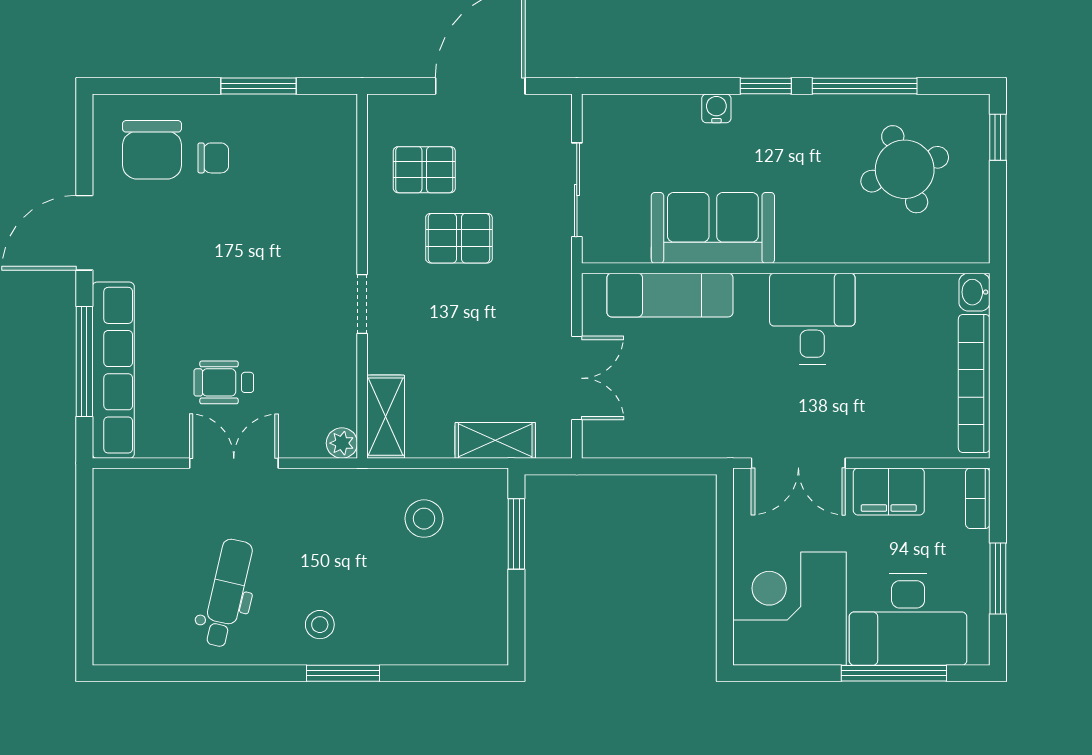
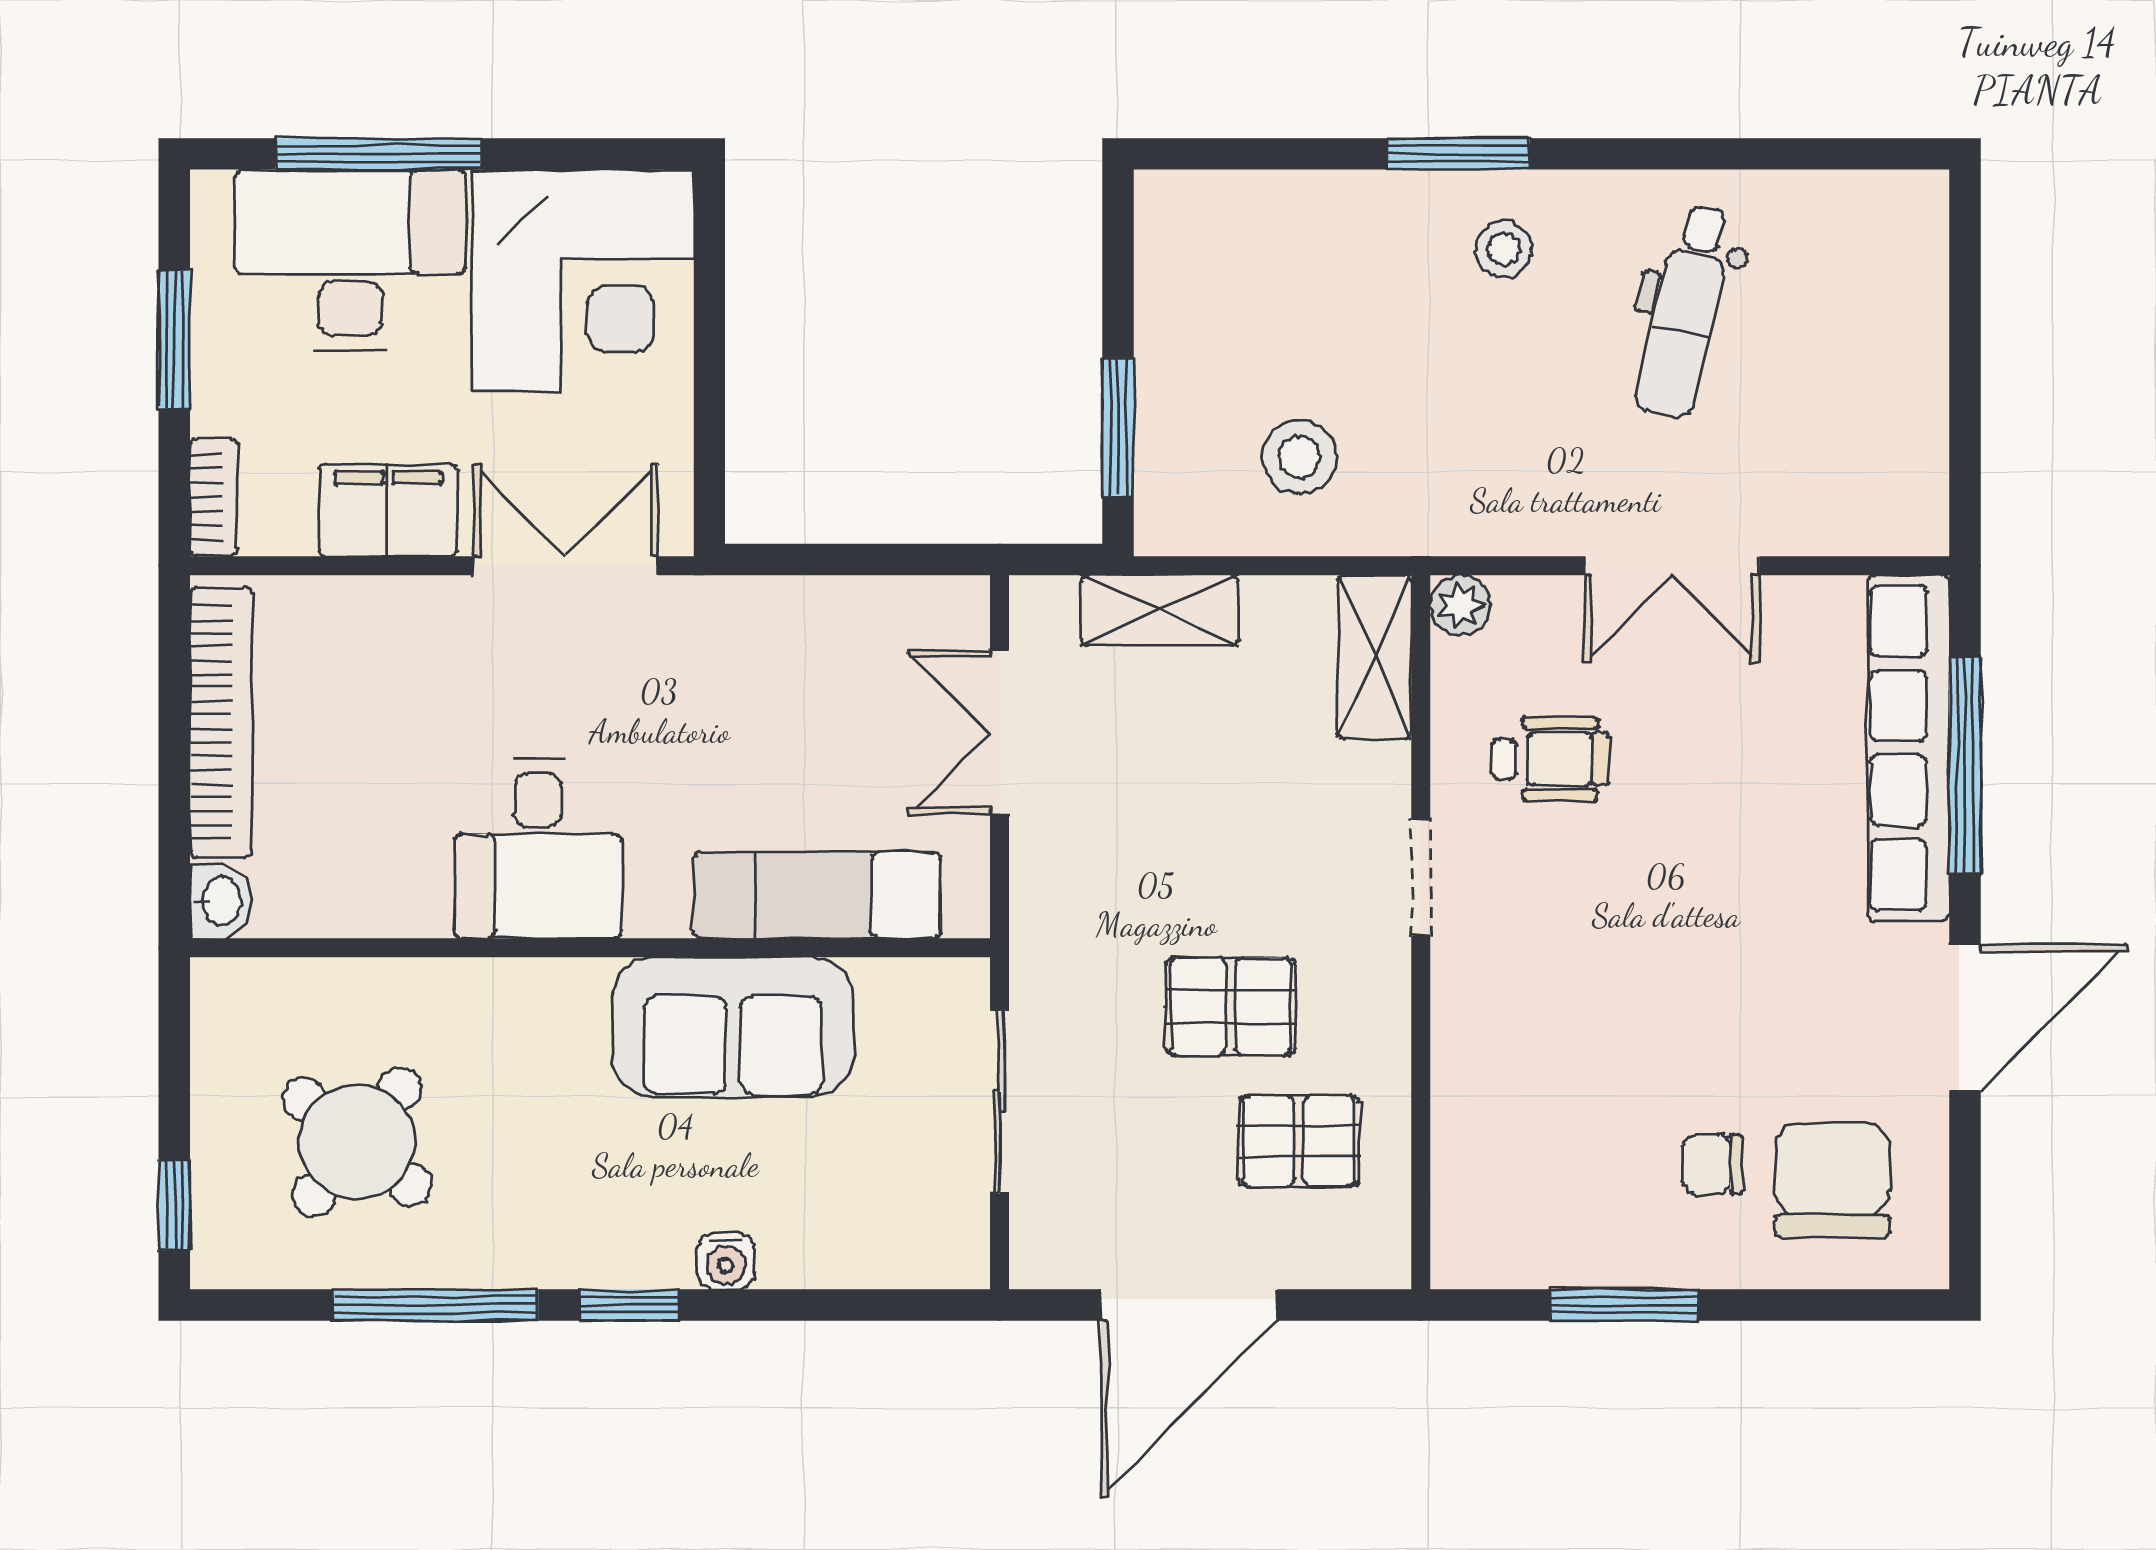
round table: (905, 169) -> (357, 1142), turned -31
wheelchair: (224, 382) -> (1551, 759), moved

